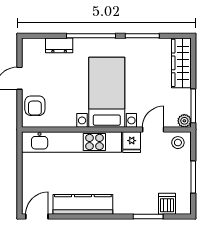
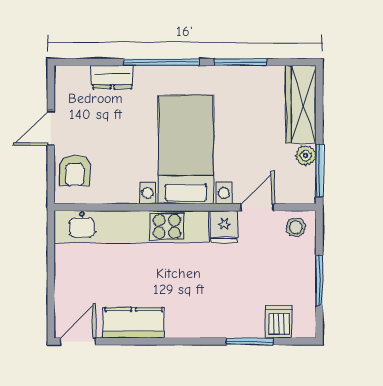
plant: (184, 121) -> (306, 155), moved
kitchen counter: (83, 204) -> (134, 323), width x0.67

